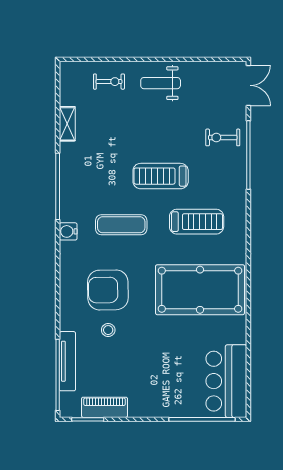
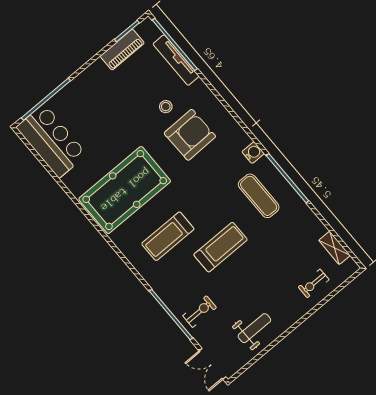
weight bench: (161, 83) -> (254, 328), moved
shelving: (67, 124) -> (334, 248), moved
exercise mat: (121, 225) -> (259, 196), moved, turned 90

